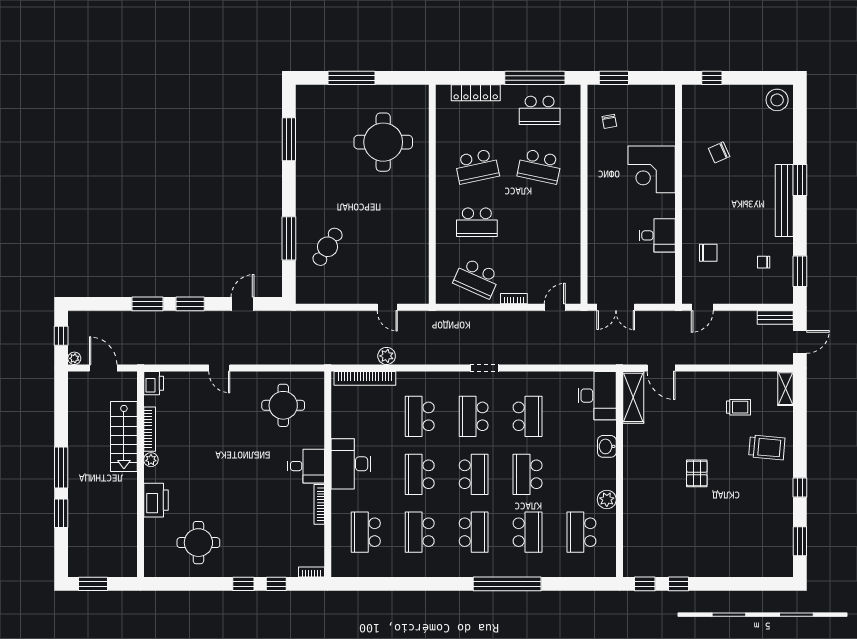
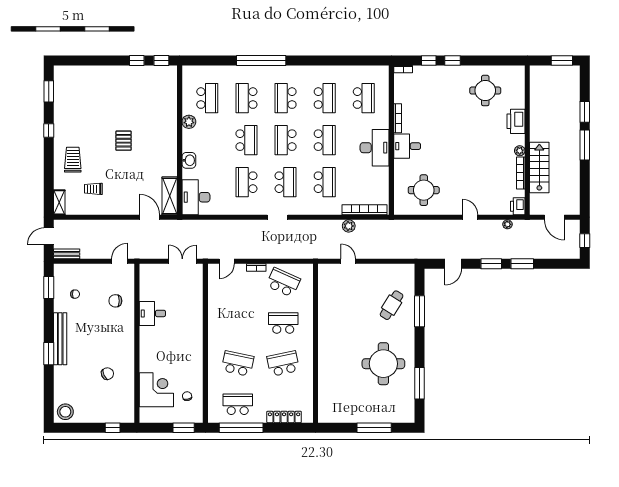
round table: (383, 142) -> (383, 364), moved
corner desk: (652, 169) -> (156, 390), moved
plant: (74, 358) -> (507, 224), moved
trolley: (767, 447) -> (73, 160), turned 85

